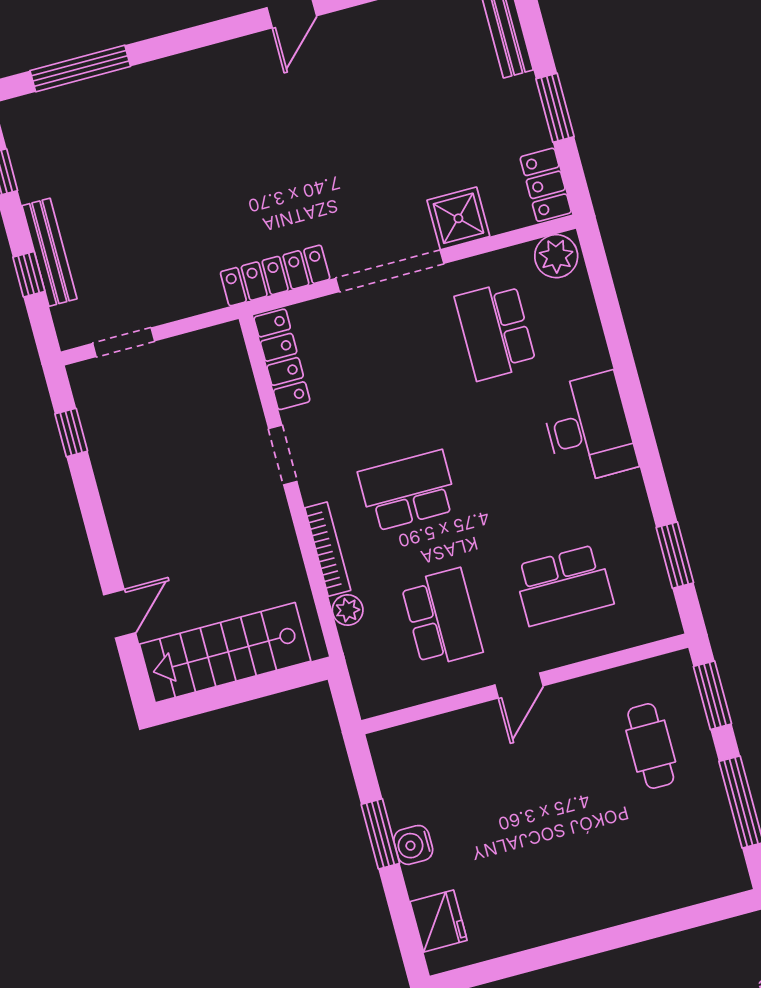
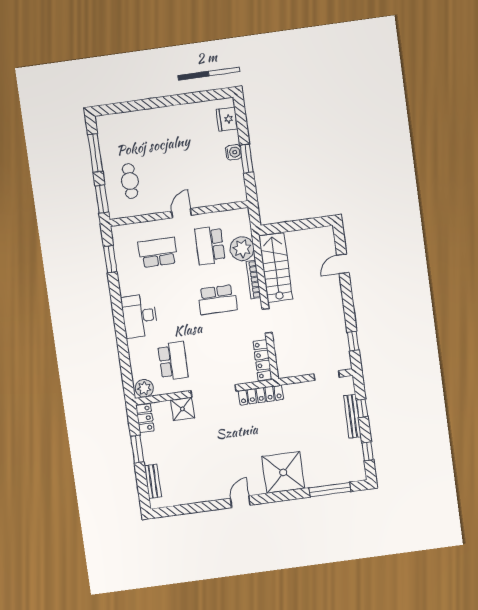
shower: (198, 96) -> (283, 472), added
plant: (348, 610) -> (242, 249), width x1.88, depth x1.88
stairs: (225, 653) -> (276, 268), moved, turned -90

